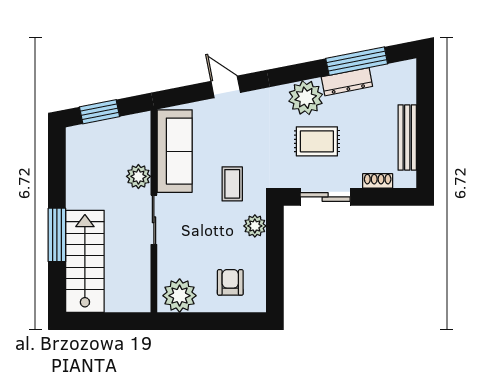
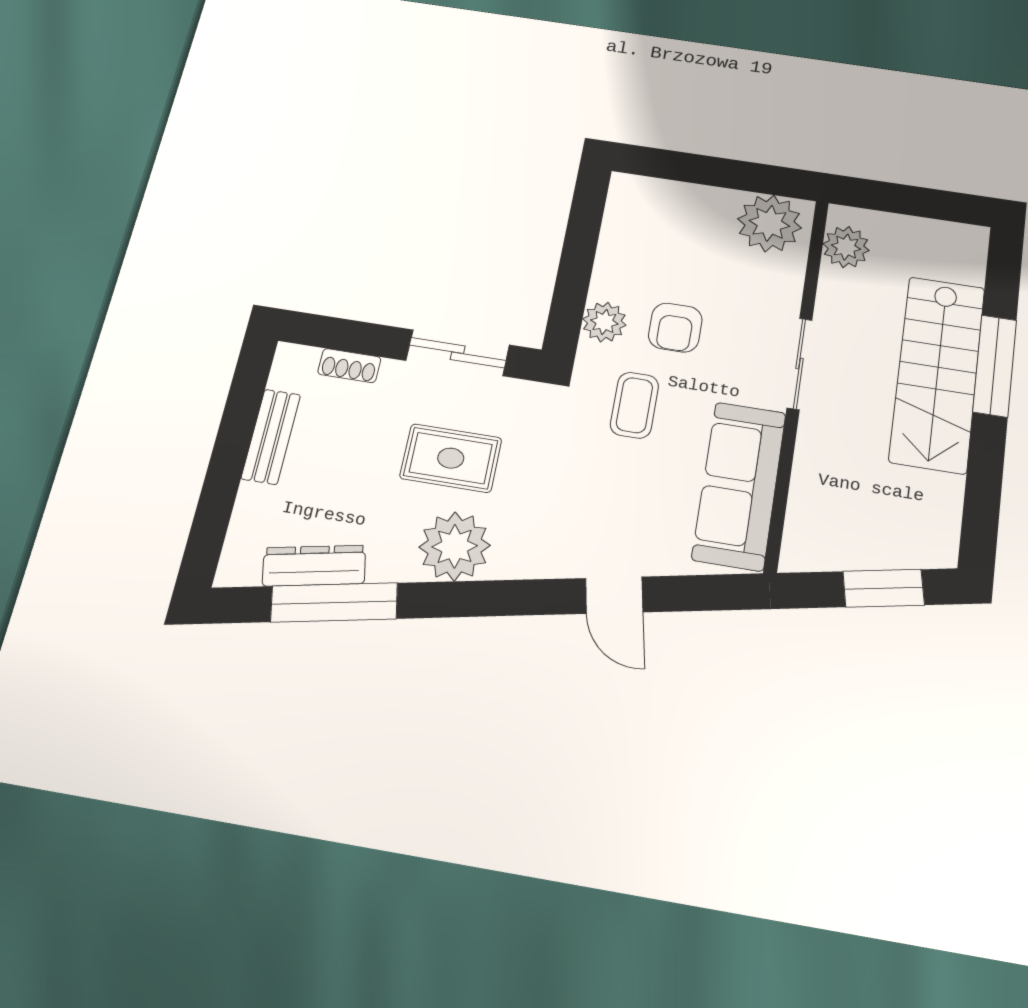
dresser: (347, 82) -> (314, 566), moved
bench: (407, 138) -> (271, 437), width x0.73
plant: (138, 176) -> (846, 247), moved
stairs: (85, 261) -> (937, 374), moved
armchair: (230, 282) -> (675, 328), moved

